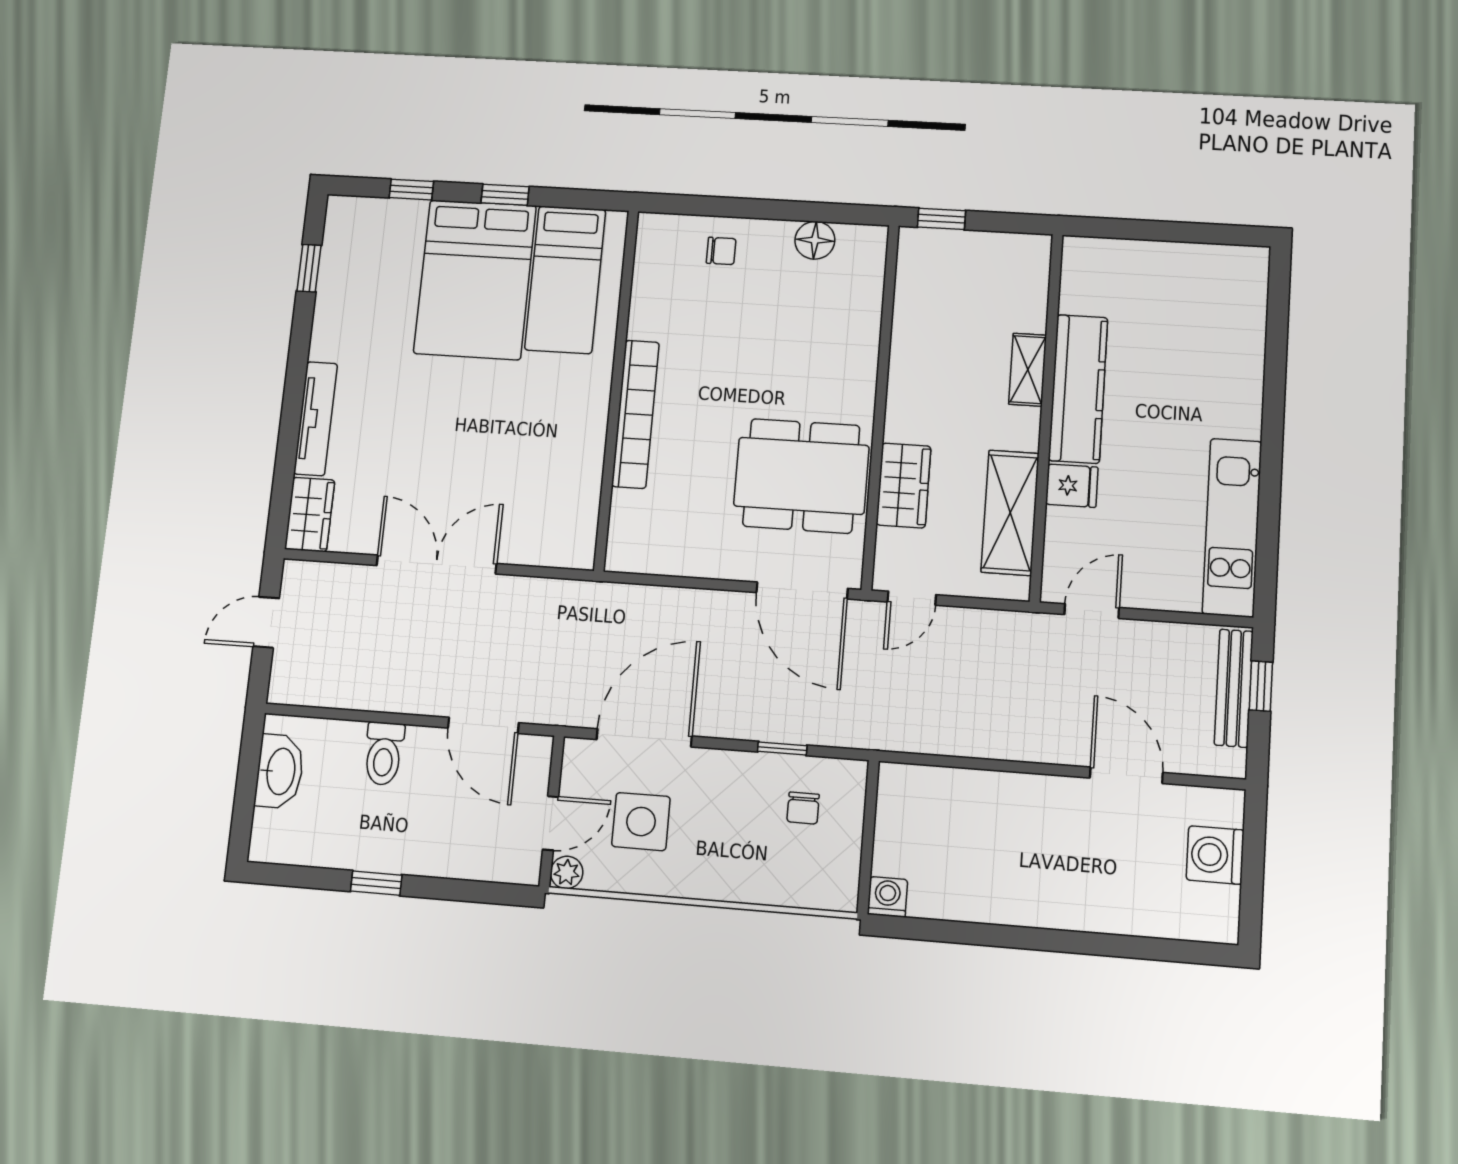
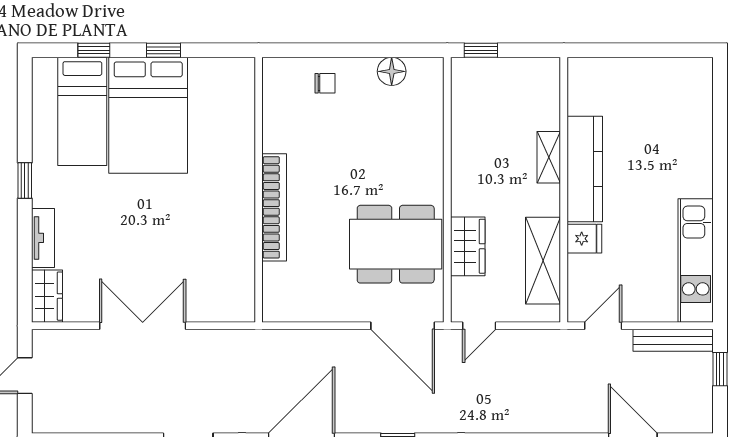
window: (309, 268) -> (25, 180), moved
bed: (565, 279) -> (82, 111), moved
tv unit: (316, 419) -> (43, 238), width x0.71
bench: (1234, 688) -> (673, 340), moved, turned 90

